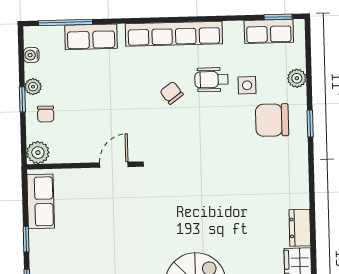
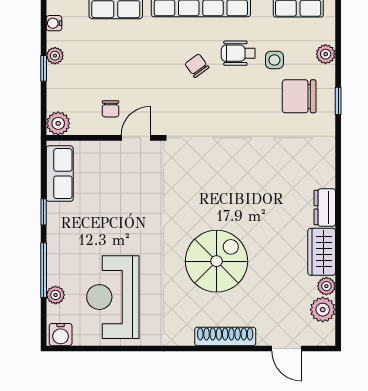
chair: (46, 114) -> (110, 109), moved

